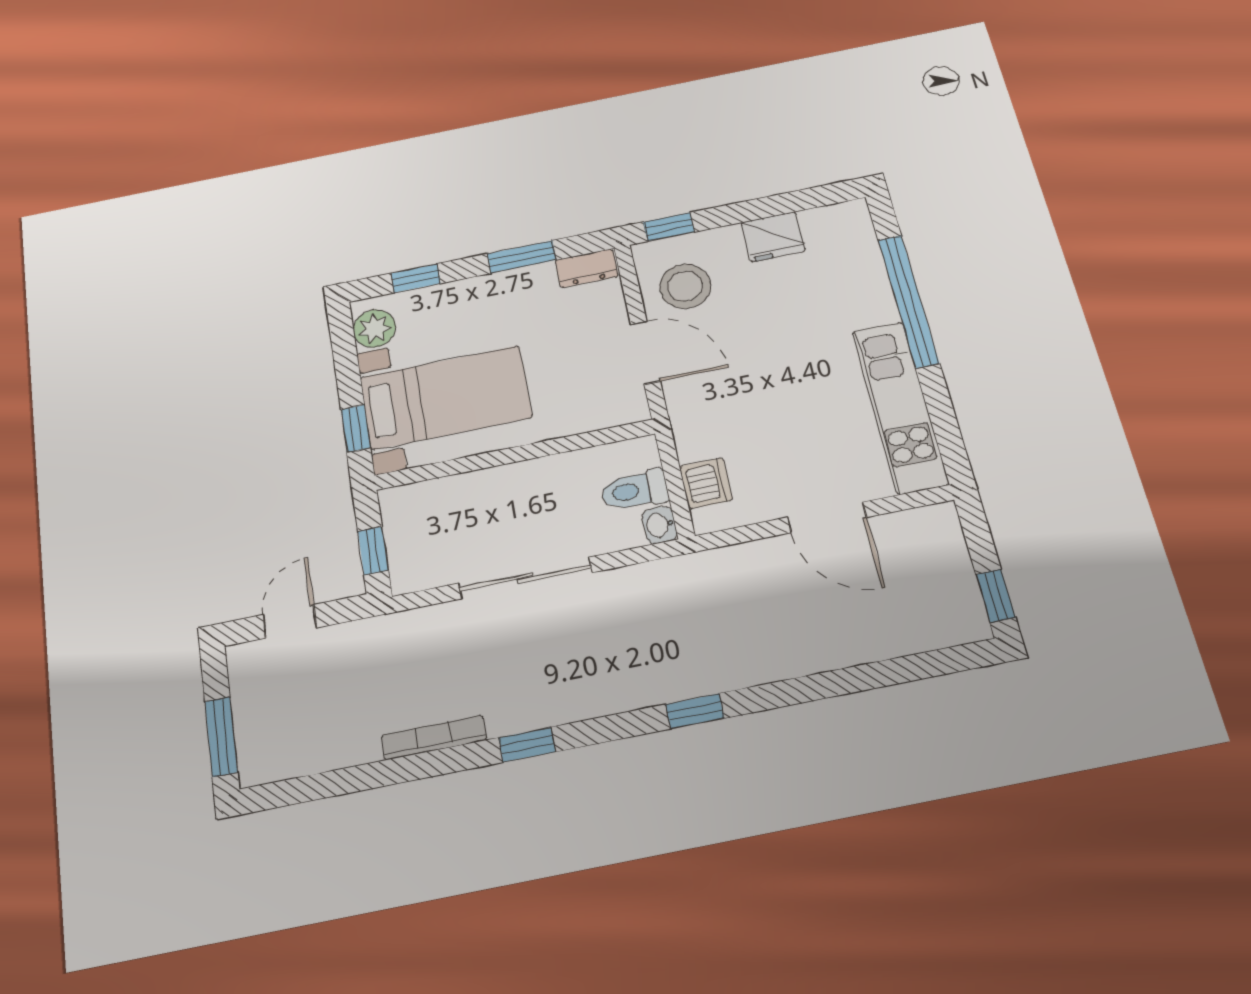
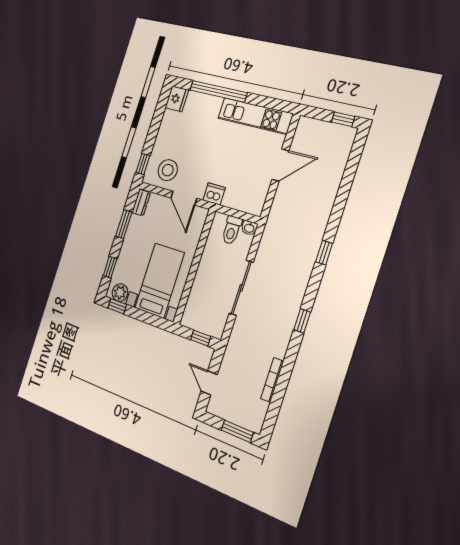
fridge: (773, 237) -> (177, 99), moved
door: (645, 353) -> (184, 198), swing flipped
window: (356, 429) -> (117, 306), moved
dishwasher: (706, 483) -> (214, 194), moved
bookcase: (434, 738) -> (272, 380), moved

